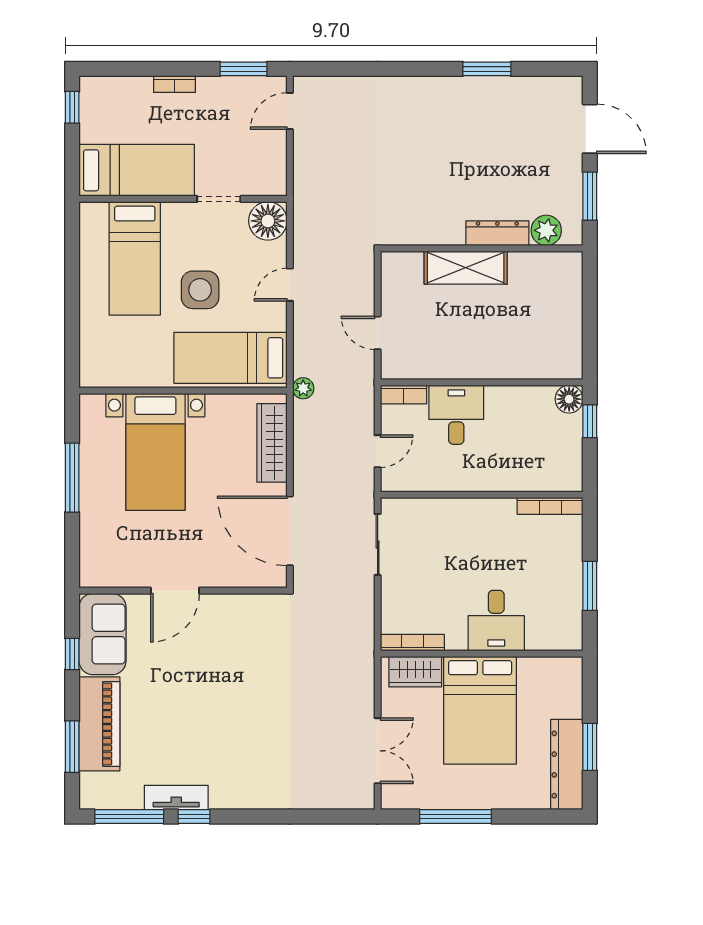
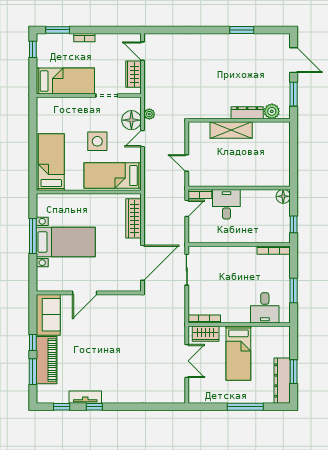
window: (243, 69) -> (58, 30), moved
door: (290, 111) -> (143, 51), hinge flipped
wardrobe: (272, 157) -> (134, 74), added
floor lamp: (268, 221) -> (131, 120), moved
bed: (135, 258) -> (51, 162), moved, turned 180
plant: (303, 388) -> (149, 114), moved
window: (590, 421) -> (294, 224), moved
door: (378, 451) -> (187, 208), moved
bed with nightstands: (155, 452) -> (66, 242), moved, turned -90
door: (290, 531) -> (143, 263), swing flipped
desk: (496, 621) -> (265, 308), moved
window: (72, 654) -> (33, 342), moved
bed: (480, 710) -> (238, 353), width x0.67
double door: (378, 751) -> (187, 361), moved
window: (129, 817) -> (62, 407), width x0.46
window: (456, 817) -> (245, 407), moved

